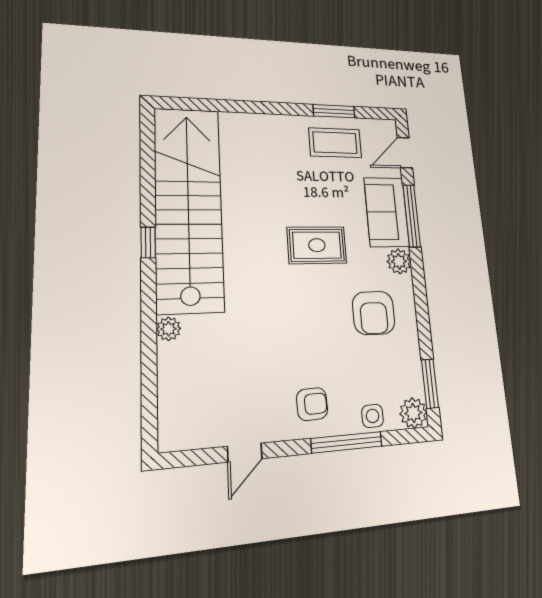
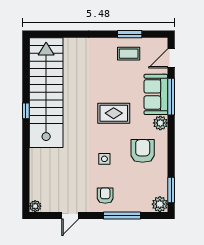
coffee table: (335, 143) -> (129, 54), width x0.73, depth x0.77
armchair: (374, 313) -> (143, 151), turned 180
plant: (169, 329) -> (35, 206), moved
armchair: (312, 404) -> (105, 196), turned -88
side table: (373, 416) -> (104, 159), moved

